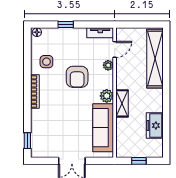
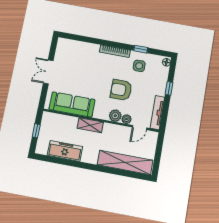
tv unit: (100, 33) -> (157, 113), width x1.41
door: (115, 49) -> (140, 128), hinge flipped
plant: (107, 96) -> (115, 116), moved
freezer: (155, 125) -> (65, 151), width x1.40
window: (27, 141) -> (141, 49), moved

